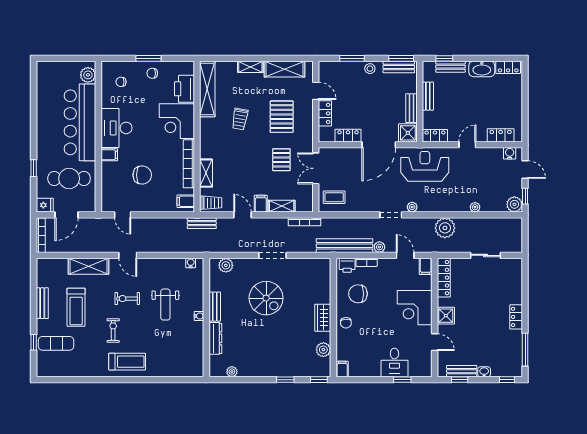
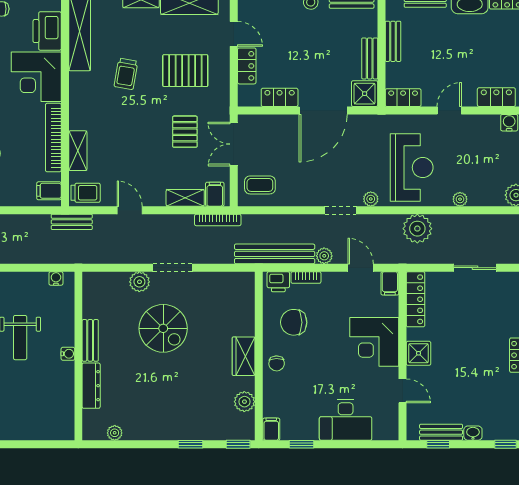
pallet: (282, 117) -> (185, 71), turned 90
reception desk: (425, 166) -> (412, 168), moved, turned 90
filing cabinet: (261, 204) -> (215, 194), moved
plant: (226, 265) -> (139, 282), moved
desk: (394, 362) -> (346, 420), width x1.37
window: (402, 380) -> (302, 444), moved

